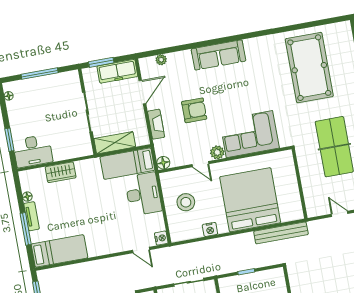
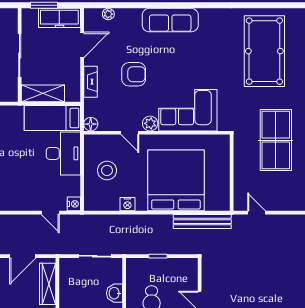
door: (340, 214) -> (256, 213), moved

